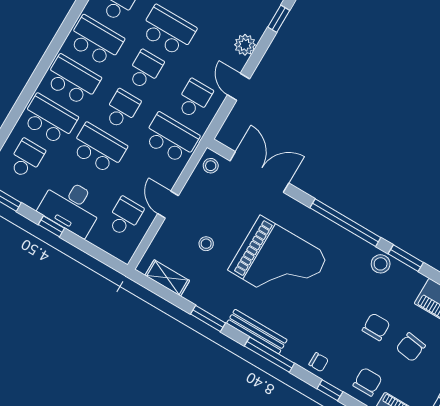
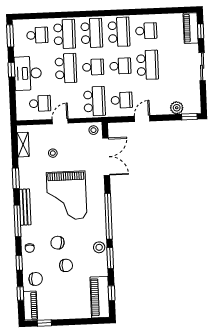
plant: (245, 45) -> (177, 108), moved
chair: (411, 347) -> (57, 243), moved

